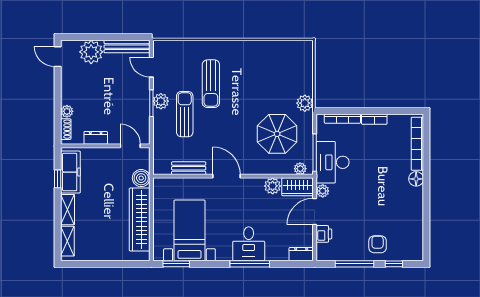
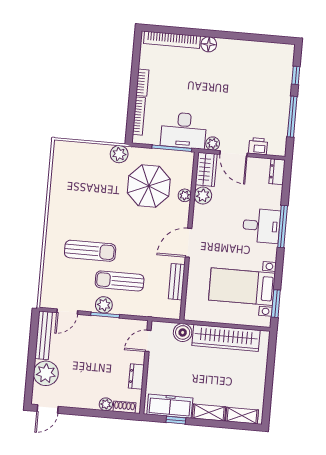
plant: (300, 169) -> (185, 195), moved
armchair: (378, 244) -> (274, 91), removed

